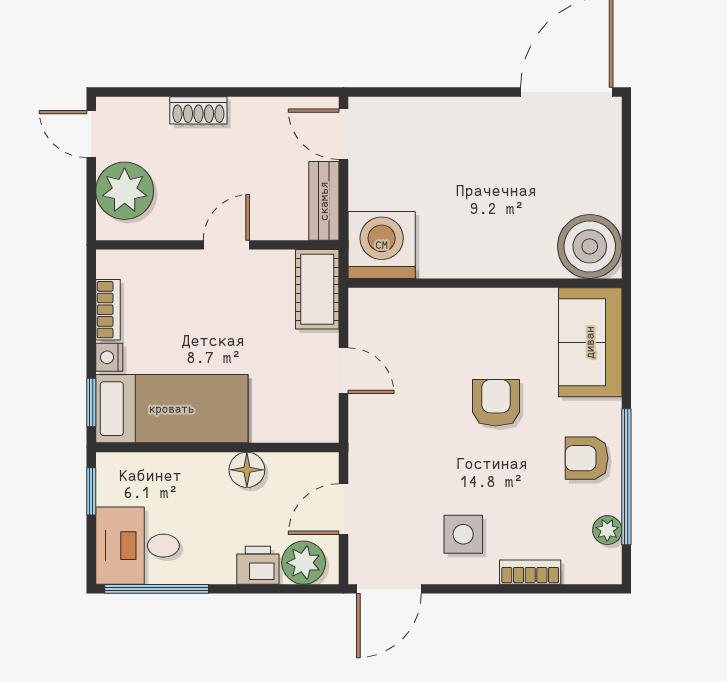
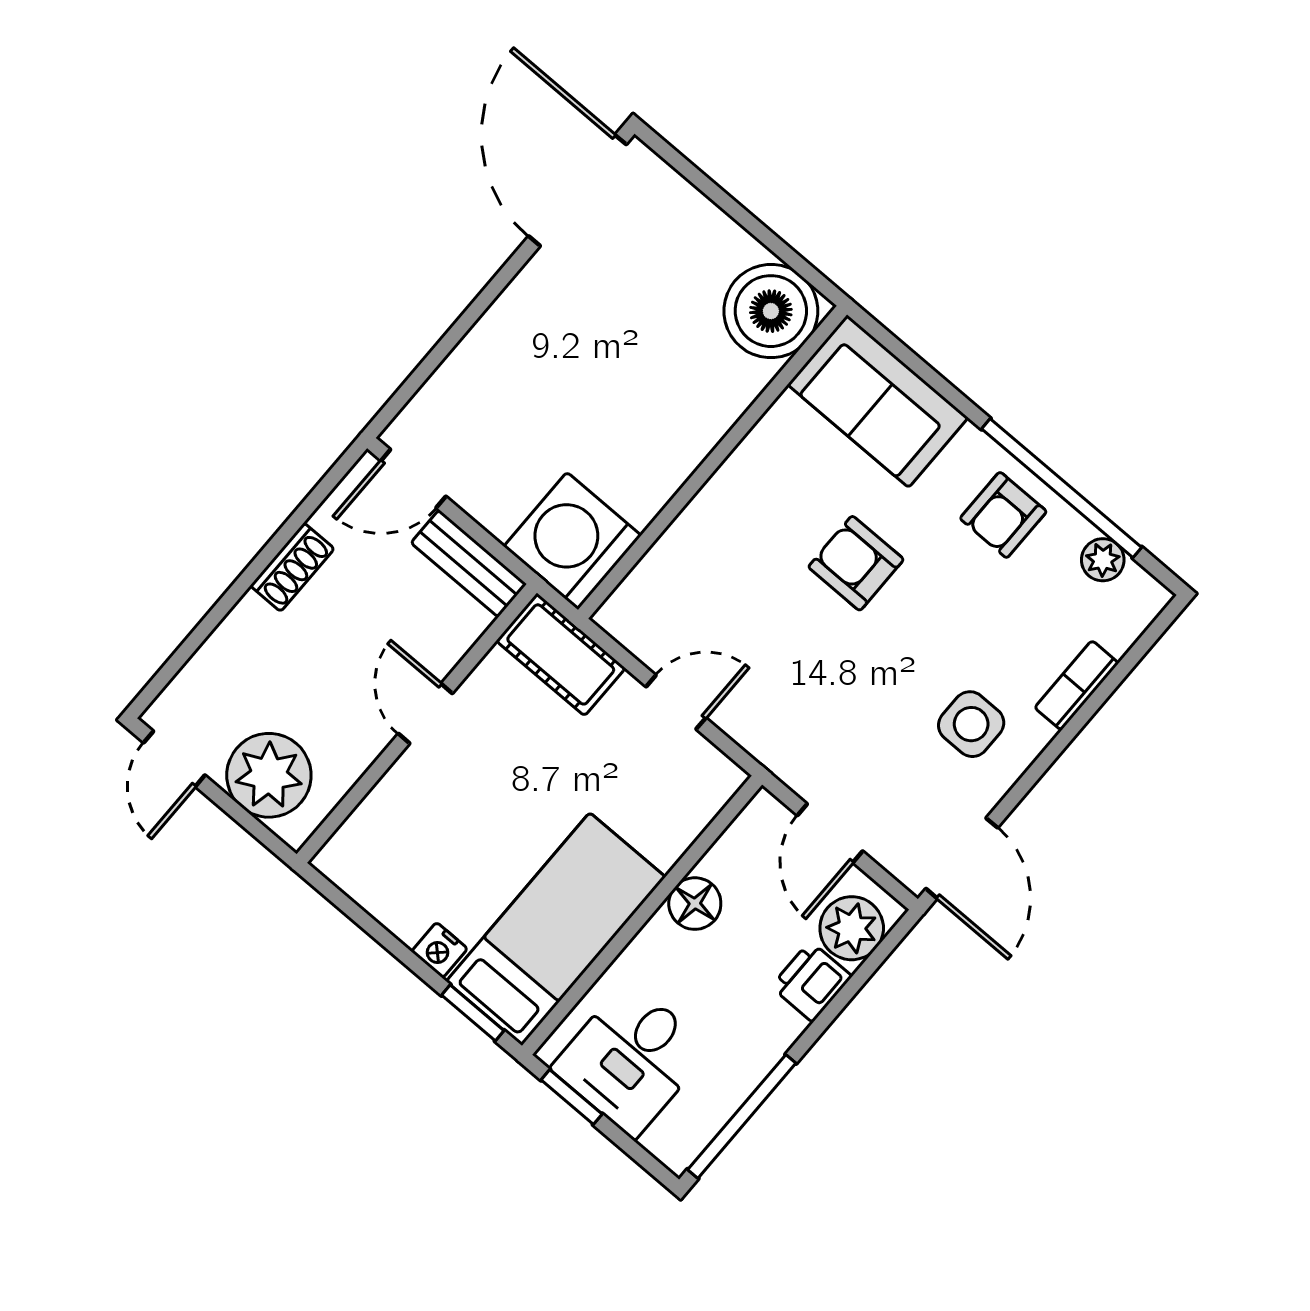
shoe rack: (198, 110) -> (292, 567), moved
door: (91, 134) -> (174, 759), hinge flipped
bookcase: (108, 310) -> (385, 906), removed
desk: (138, 546) -> (631, 1059), moved

